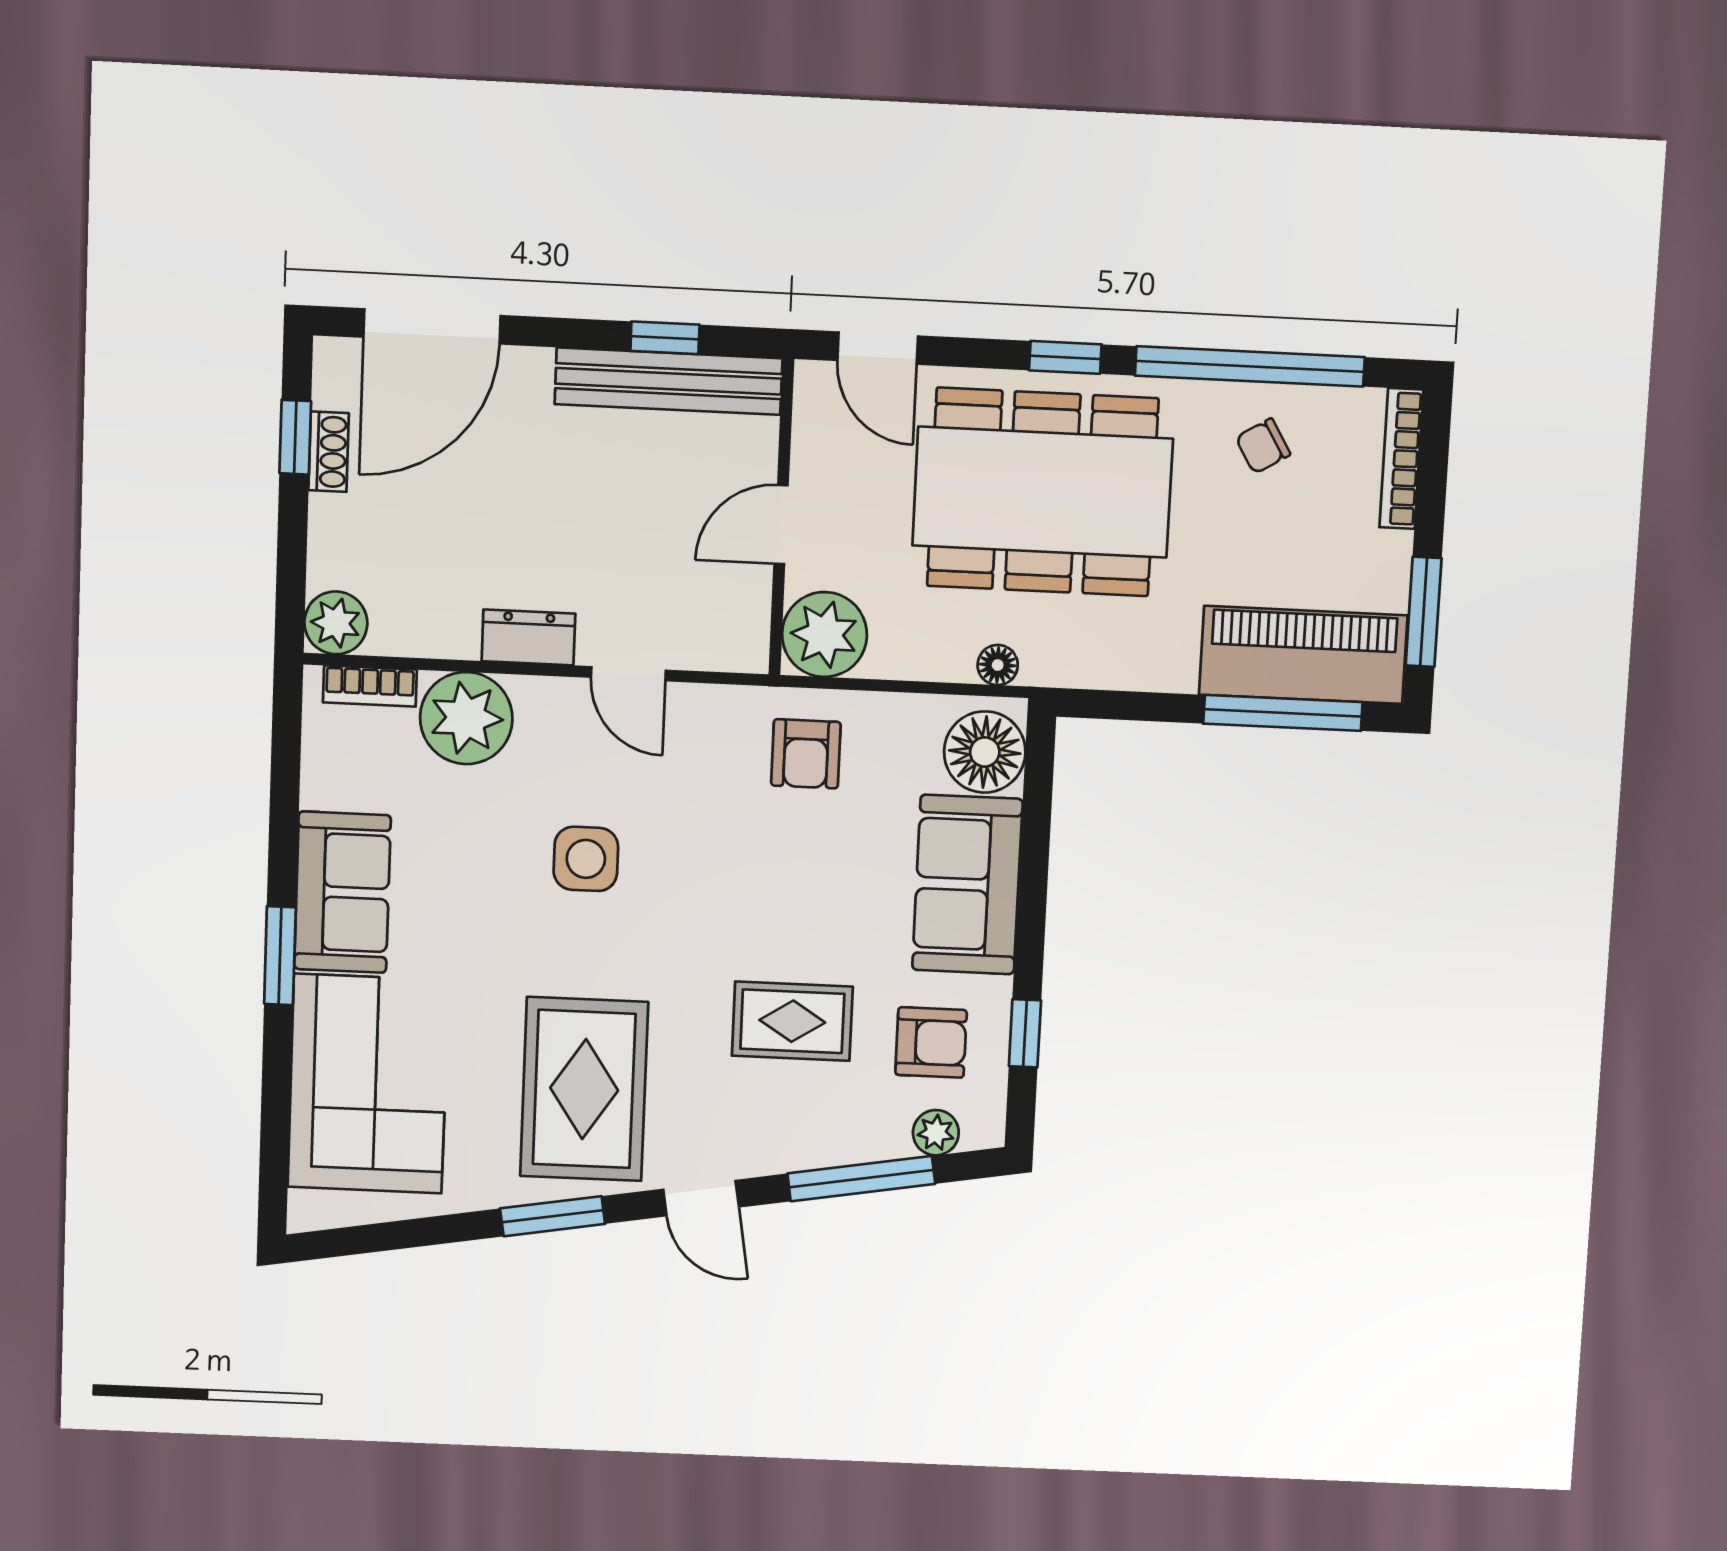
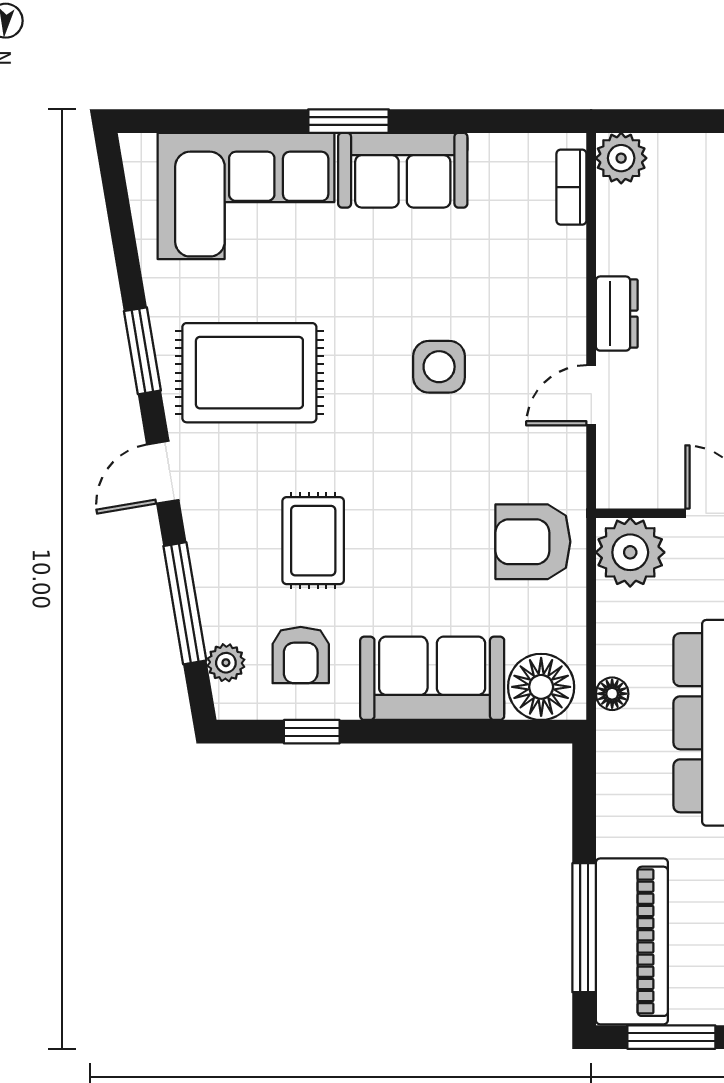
plant: (466, 718) -> (549, 266), removed
armchair: (806, 754) -> (533, 542), width x1.38, depth x1.38

